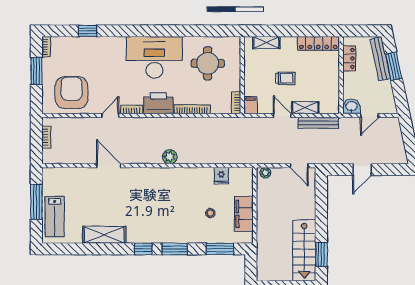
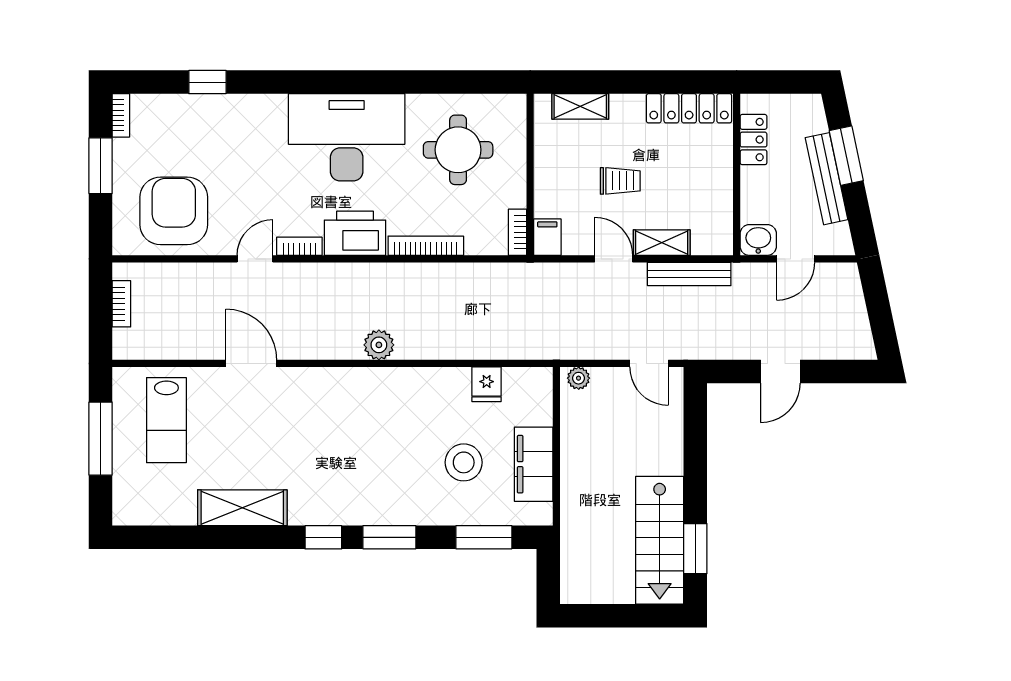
bench: (380, 59) -> (827, 179), moved
stool: (210, 213) -> (464, 462), width x1.89, depth x1.89
lab bench: (55, 217) -> (166, 420), moved

